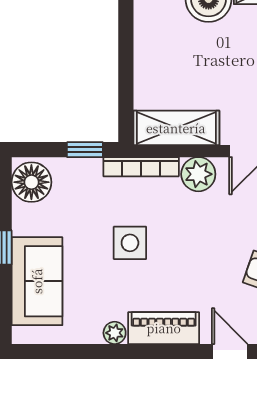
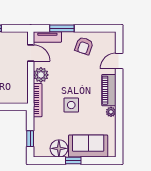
shelving: (176, 128) -> (21, 85), removed
window: (85, 150) -> (30, 139), moved
floor lamp: (31, 182) -> (59, 148), moved

